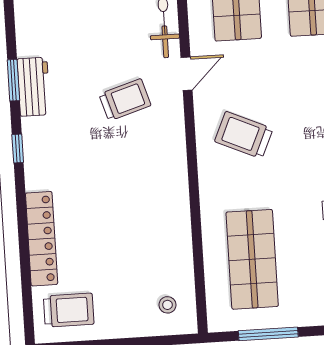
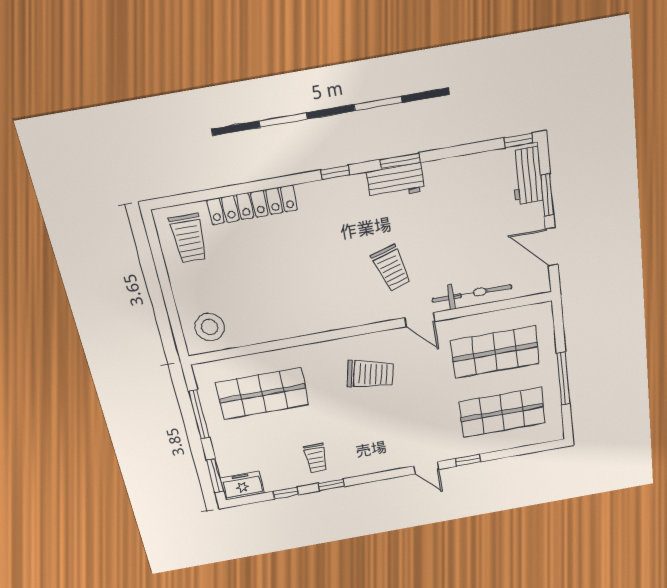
trolley: (244, 135) -> (370, 374), turned 78
stool: (167, 305) -> (210, 327), width x1.89, depth x1.89

